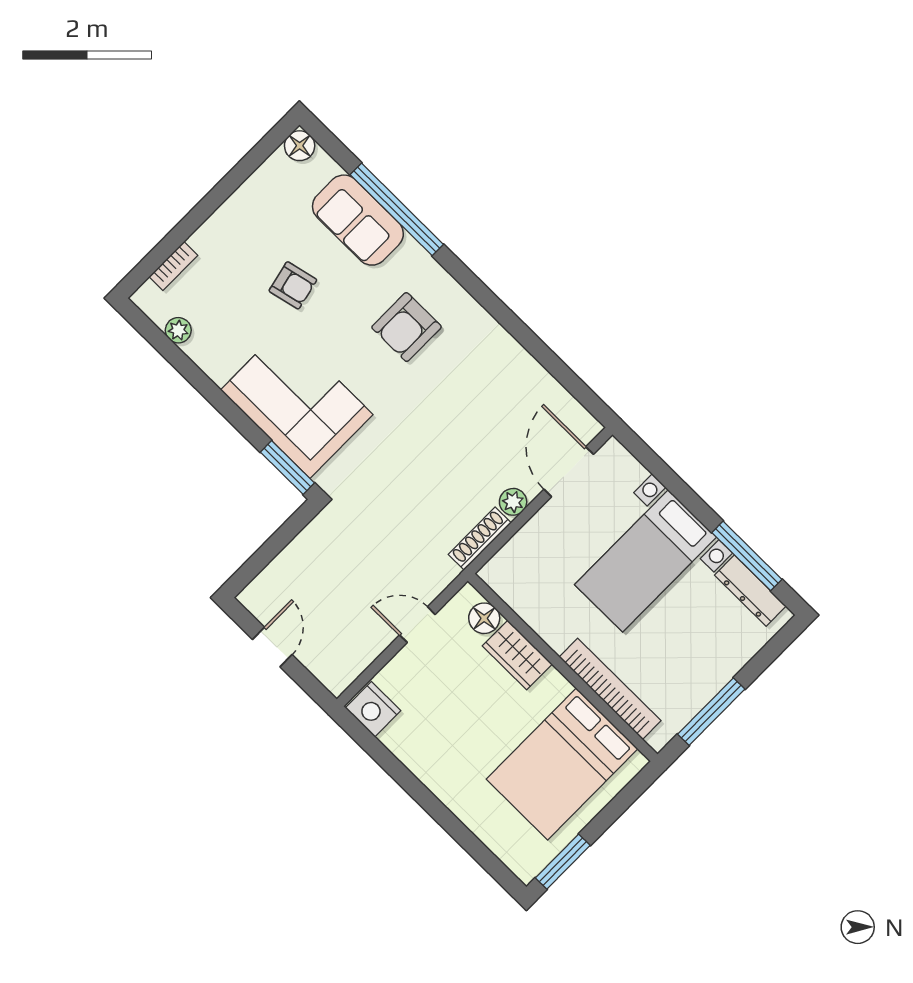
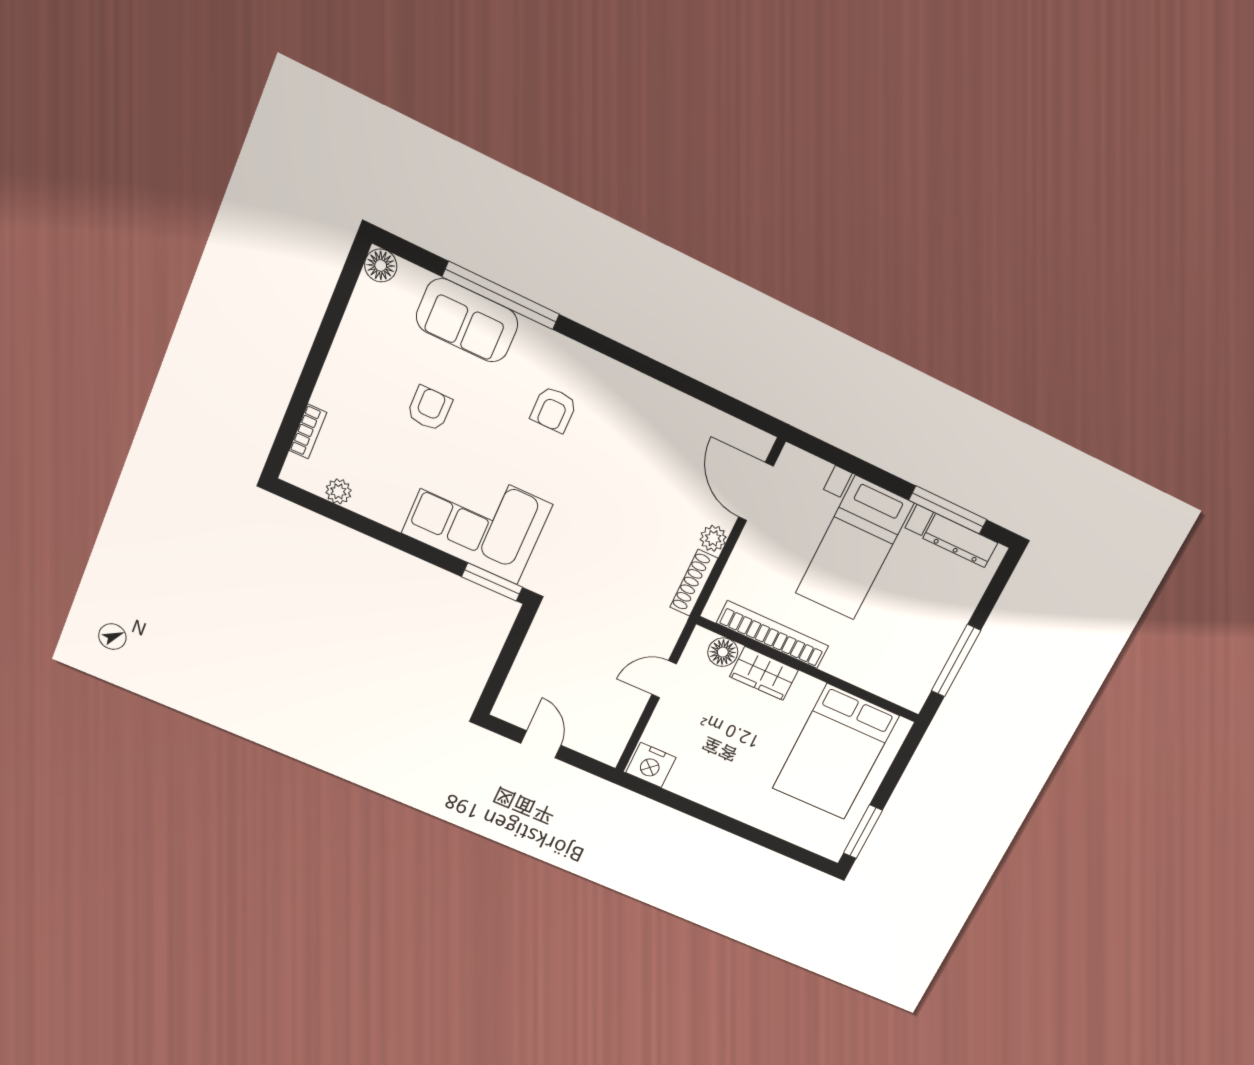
armchair: (293, 285) -> (429, 408), turned -77
armchair: (407, 327) -> (554, 409), width x0.72, depth x0.72
bookcase: (610, 689) -> (773, 635), moved

